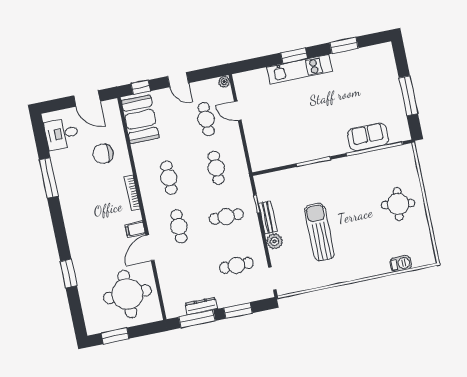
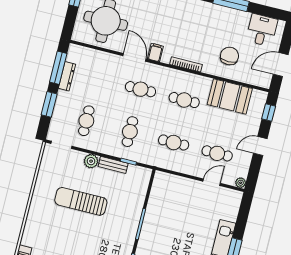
booth: (140, 119) -> (230, 96), moved
sun lounger: (319, 232) -> (81, 201), turned 180

